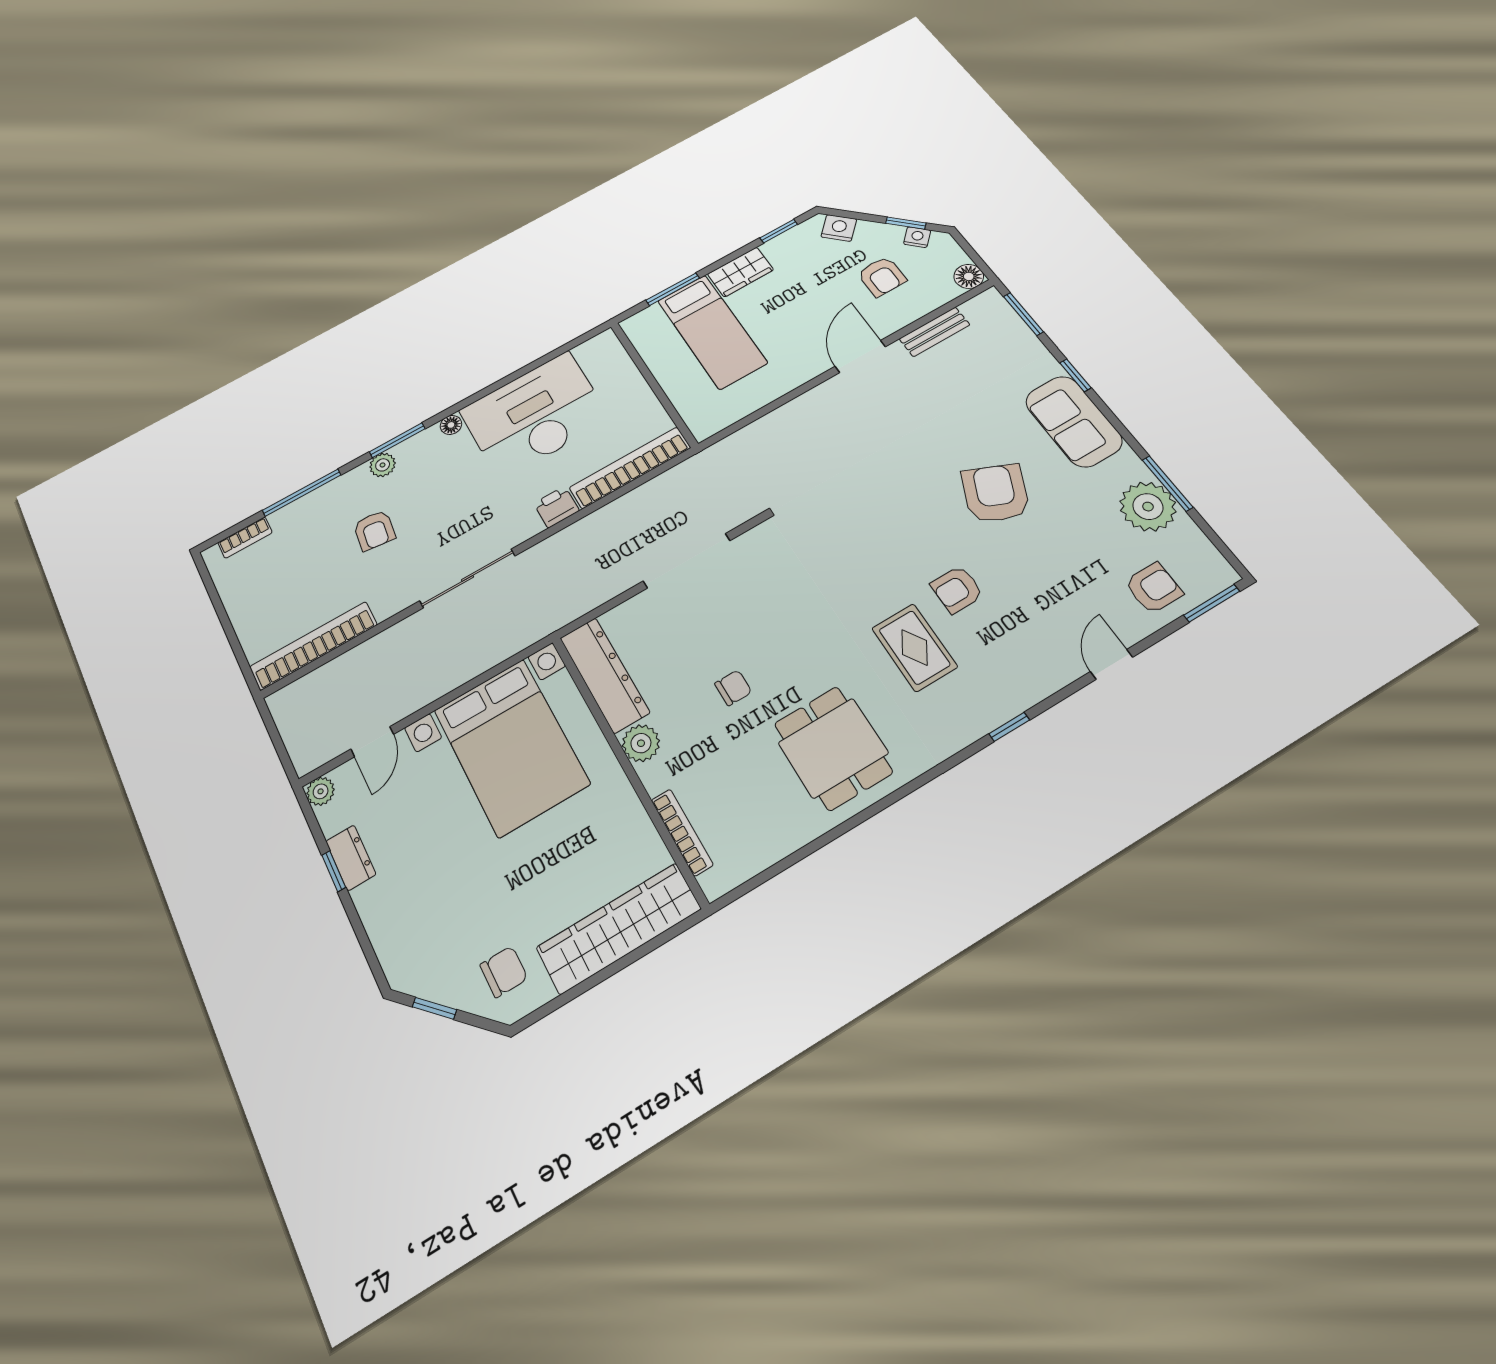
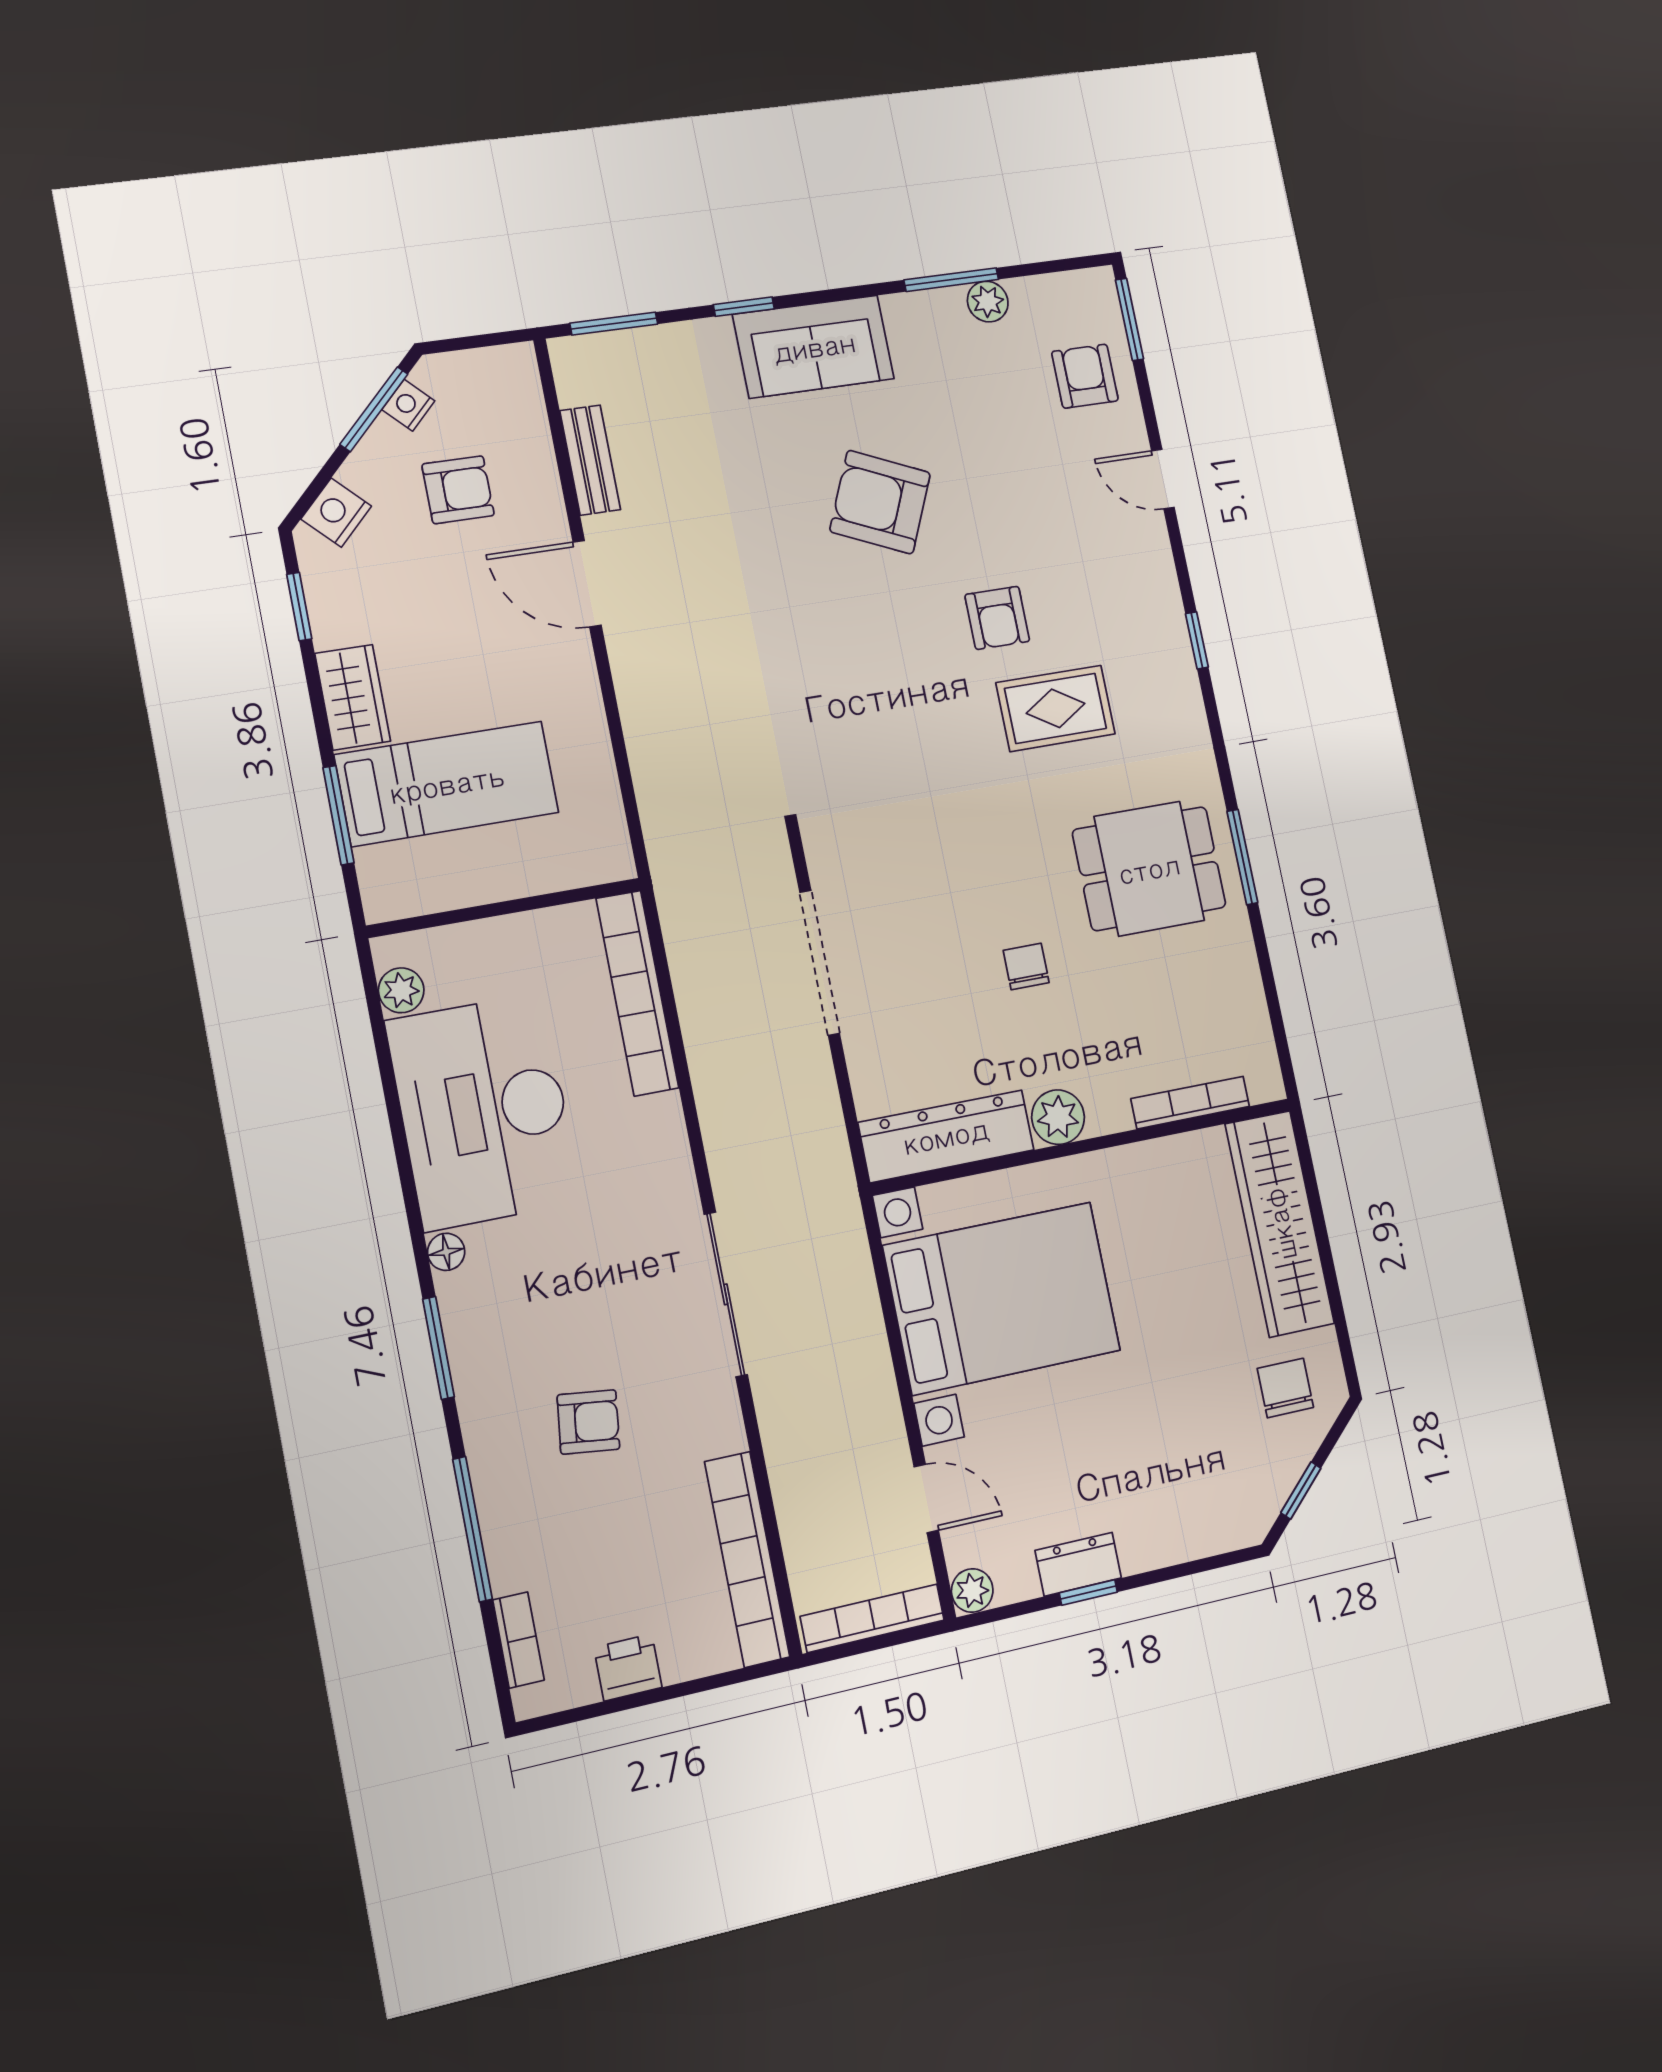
window: (906, 223) -> (374, 409), width x1.50
floor lamp: (969, 276) -> (514, 366), removed
plant: (383, 465) -> (401, 990), moved
printer: (556, 507) -> (628, 1667), moved, turned 90
plant: (1148, 507) -> (988, 302), width x0.53, depth x0.53
bookcase: (292, 733) -> (872, 1618), added
window: (870, 812) -> (1242, 857), added

